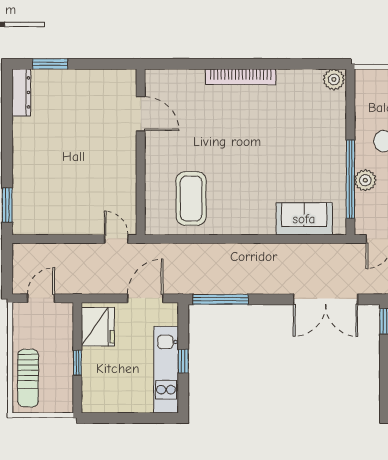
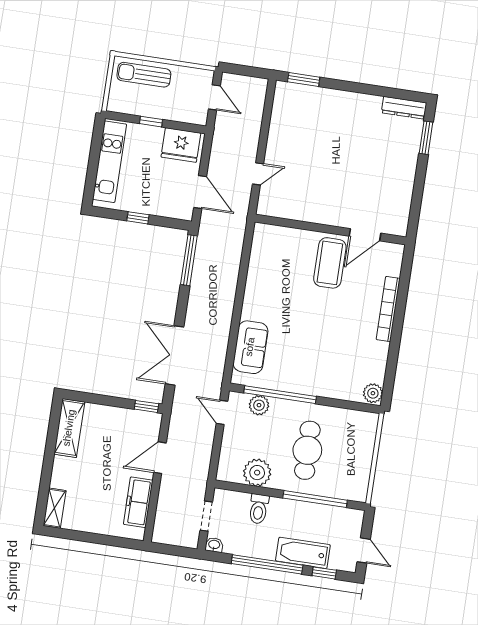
door: (141, 114) -> (365, 235), moved
wall: (141, 152) -> (330, 229), moved
plant: (365, 180) -> (259, 405), moved
coffee table: (191, 198) -> (330, 263), moved, turned 90
kitchen unit: (166, 370) -> (110, 162), moved, turned 90

